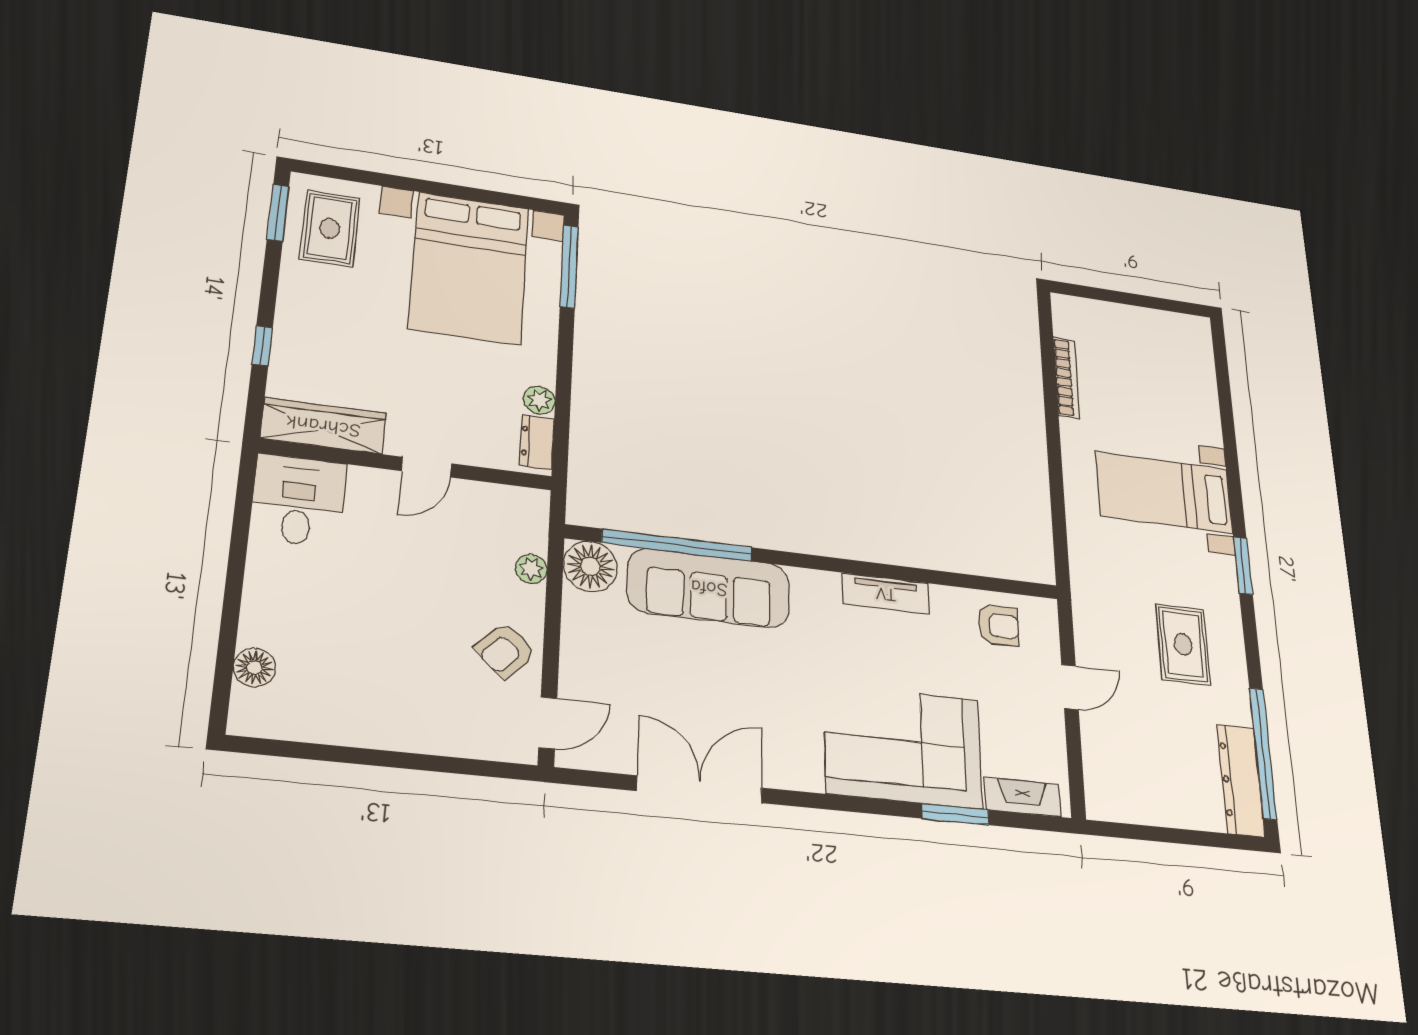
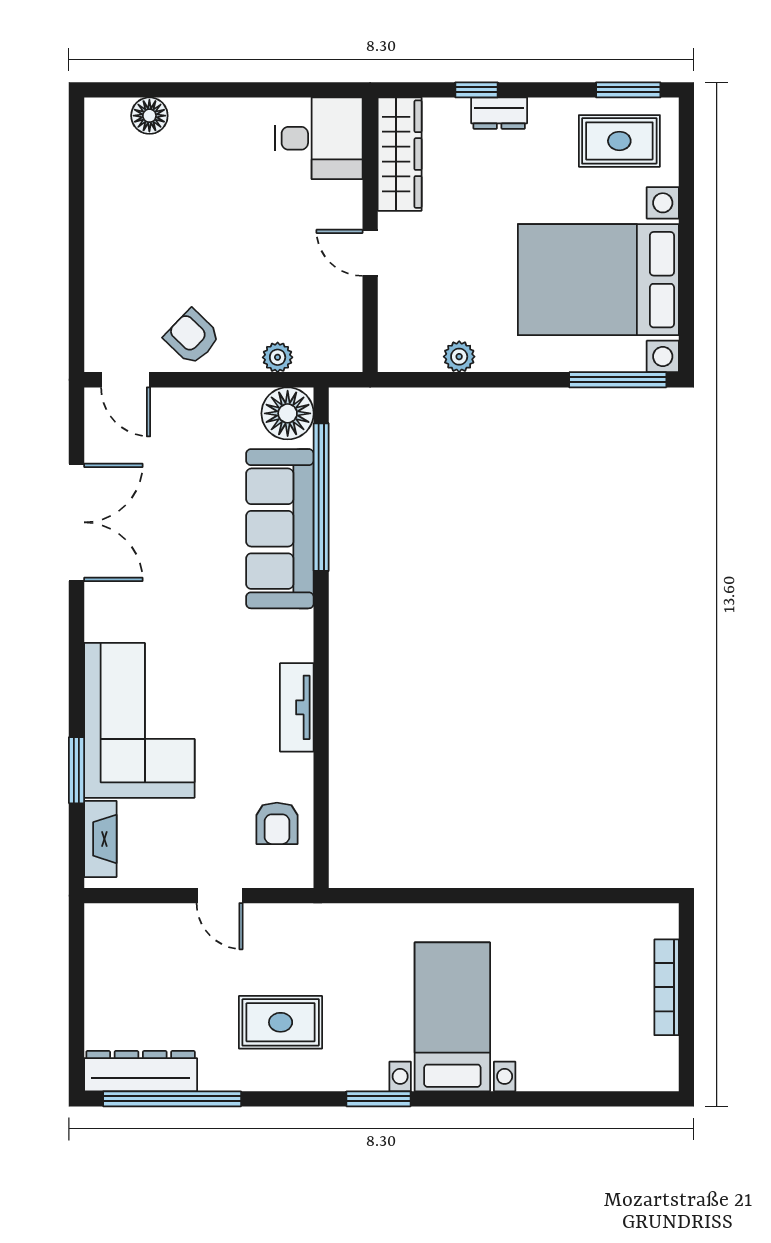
bookcase: (1066, 378) -> (667, 987), moved, turned 90
dresser: (537, 442) -> (499, 113), moved, turned 180

